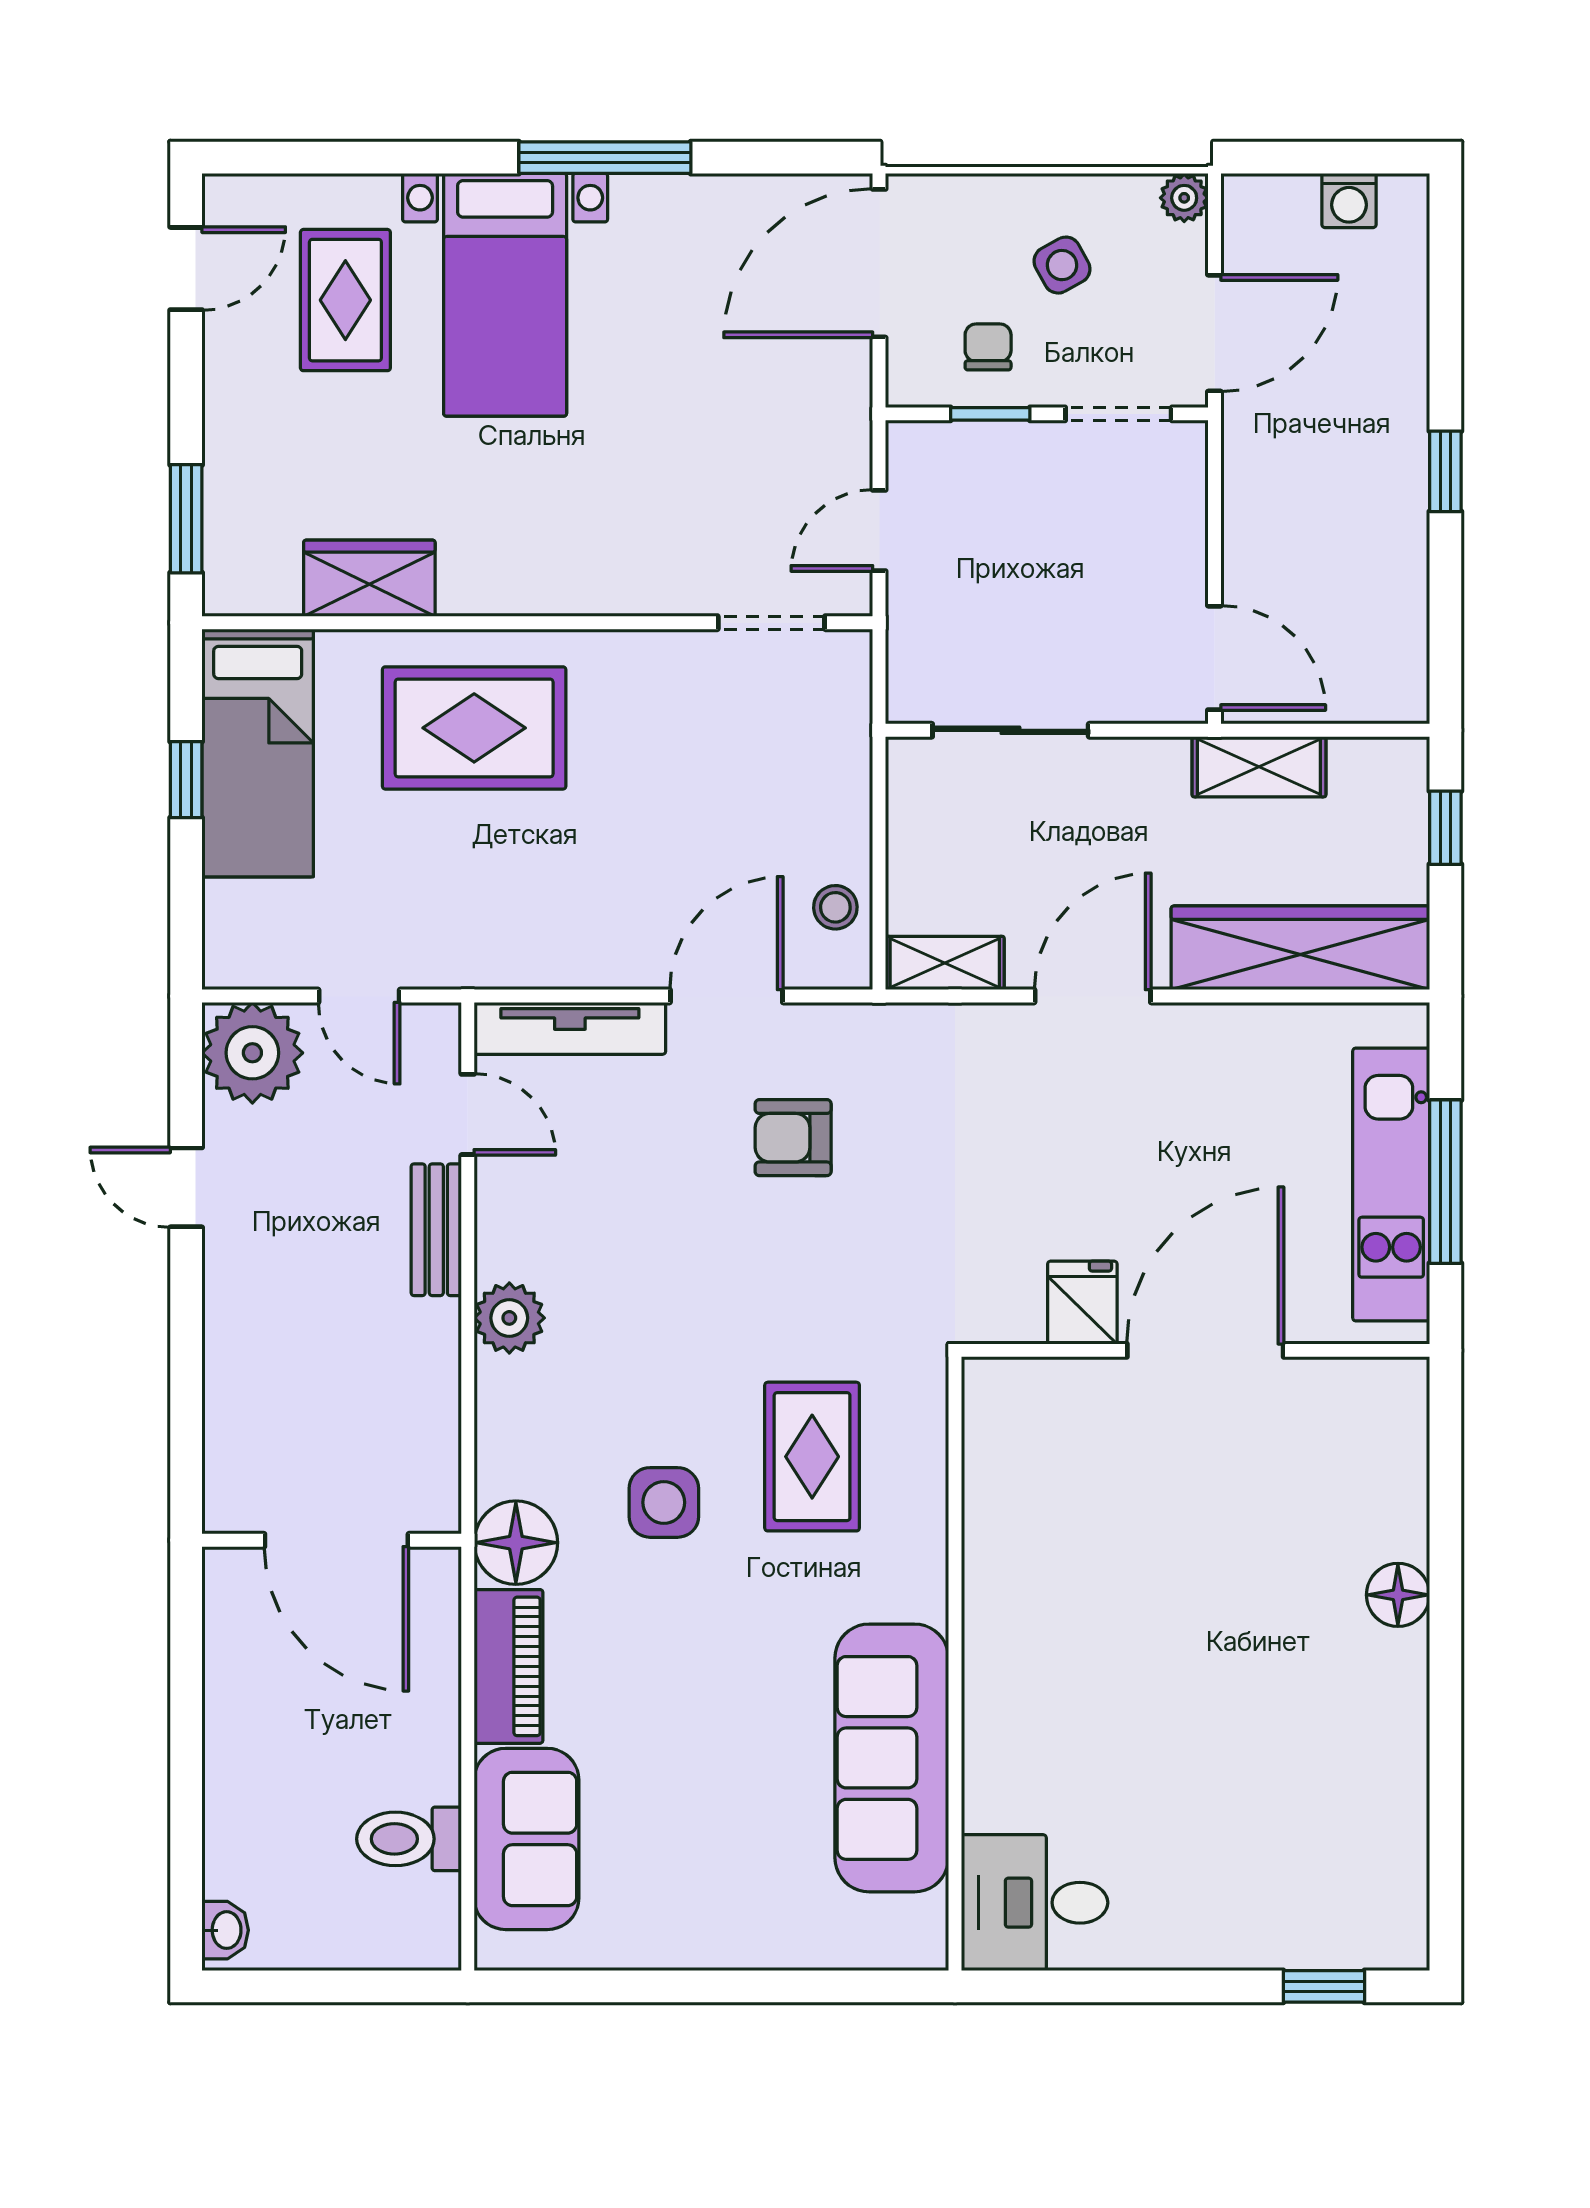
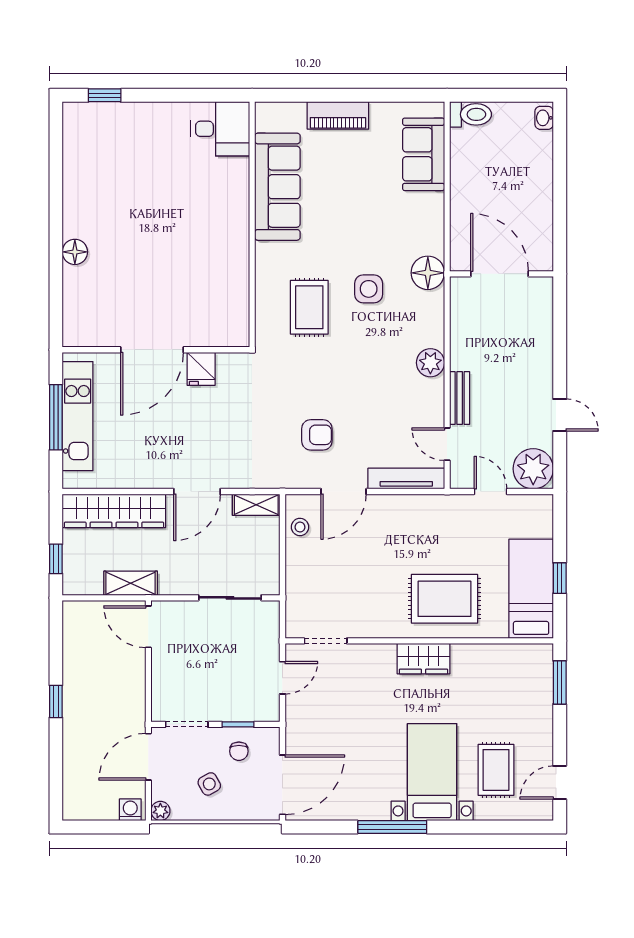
washing machine: (1349, 200) -> (130, 810), moved
wardrobe: (369, 578) -> (423, 659), moved
piano: (508, 1666) -> (338, 115), moved, turned -90
toilet: (409, 1839) -> (471, 114), moved

